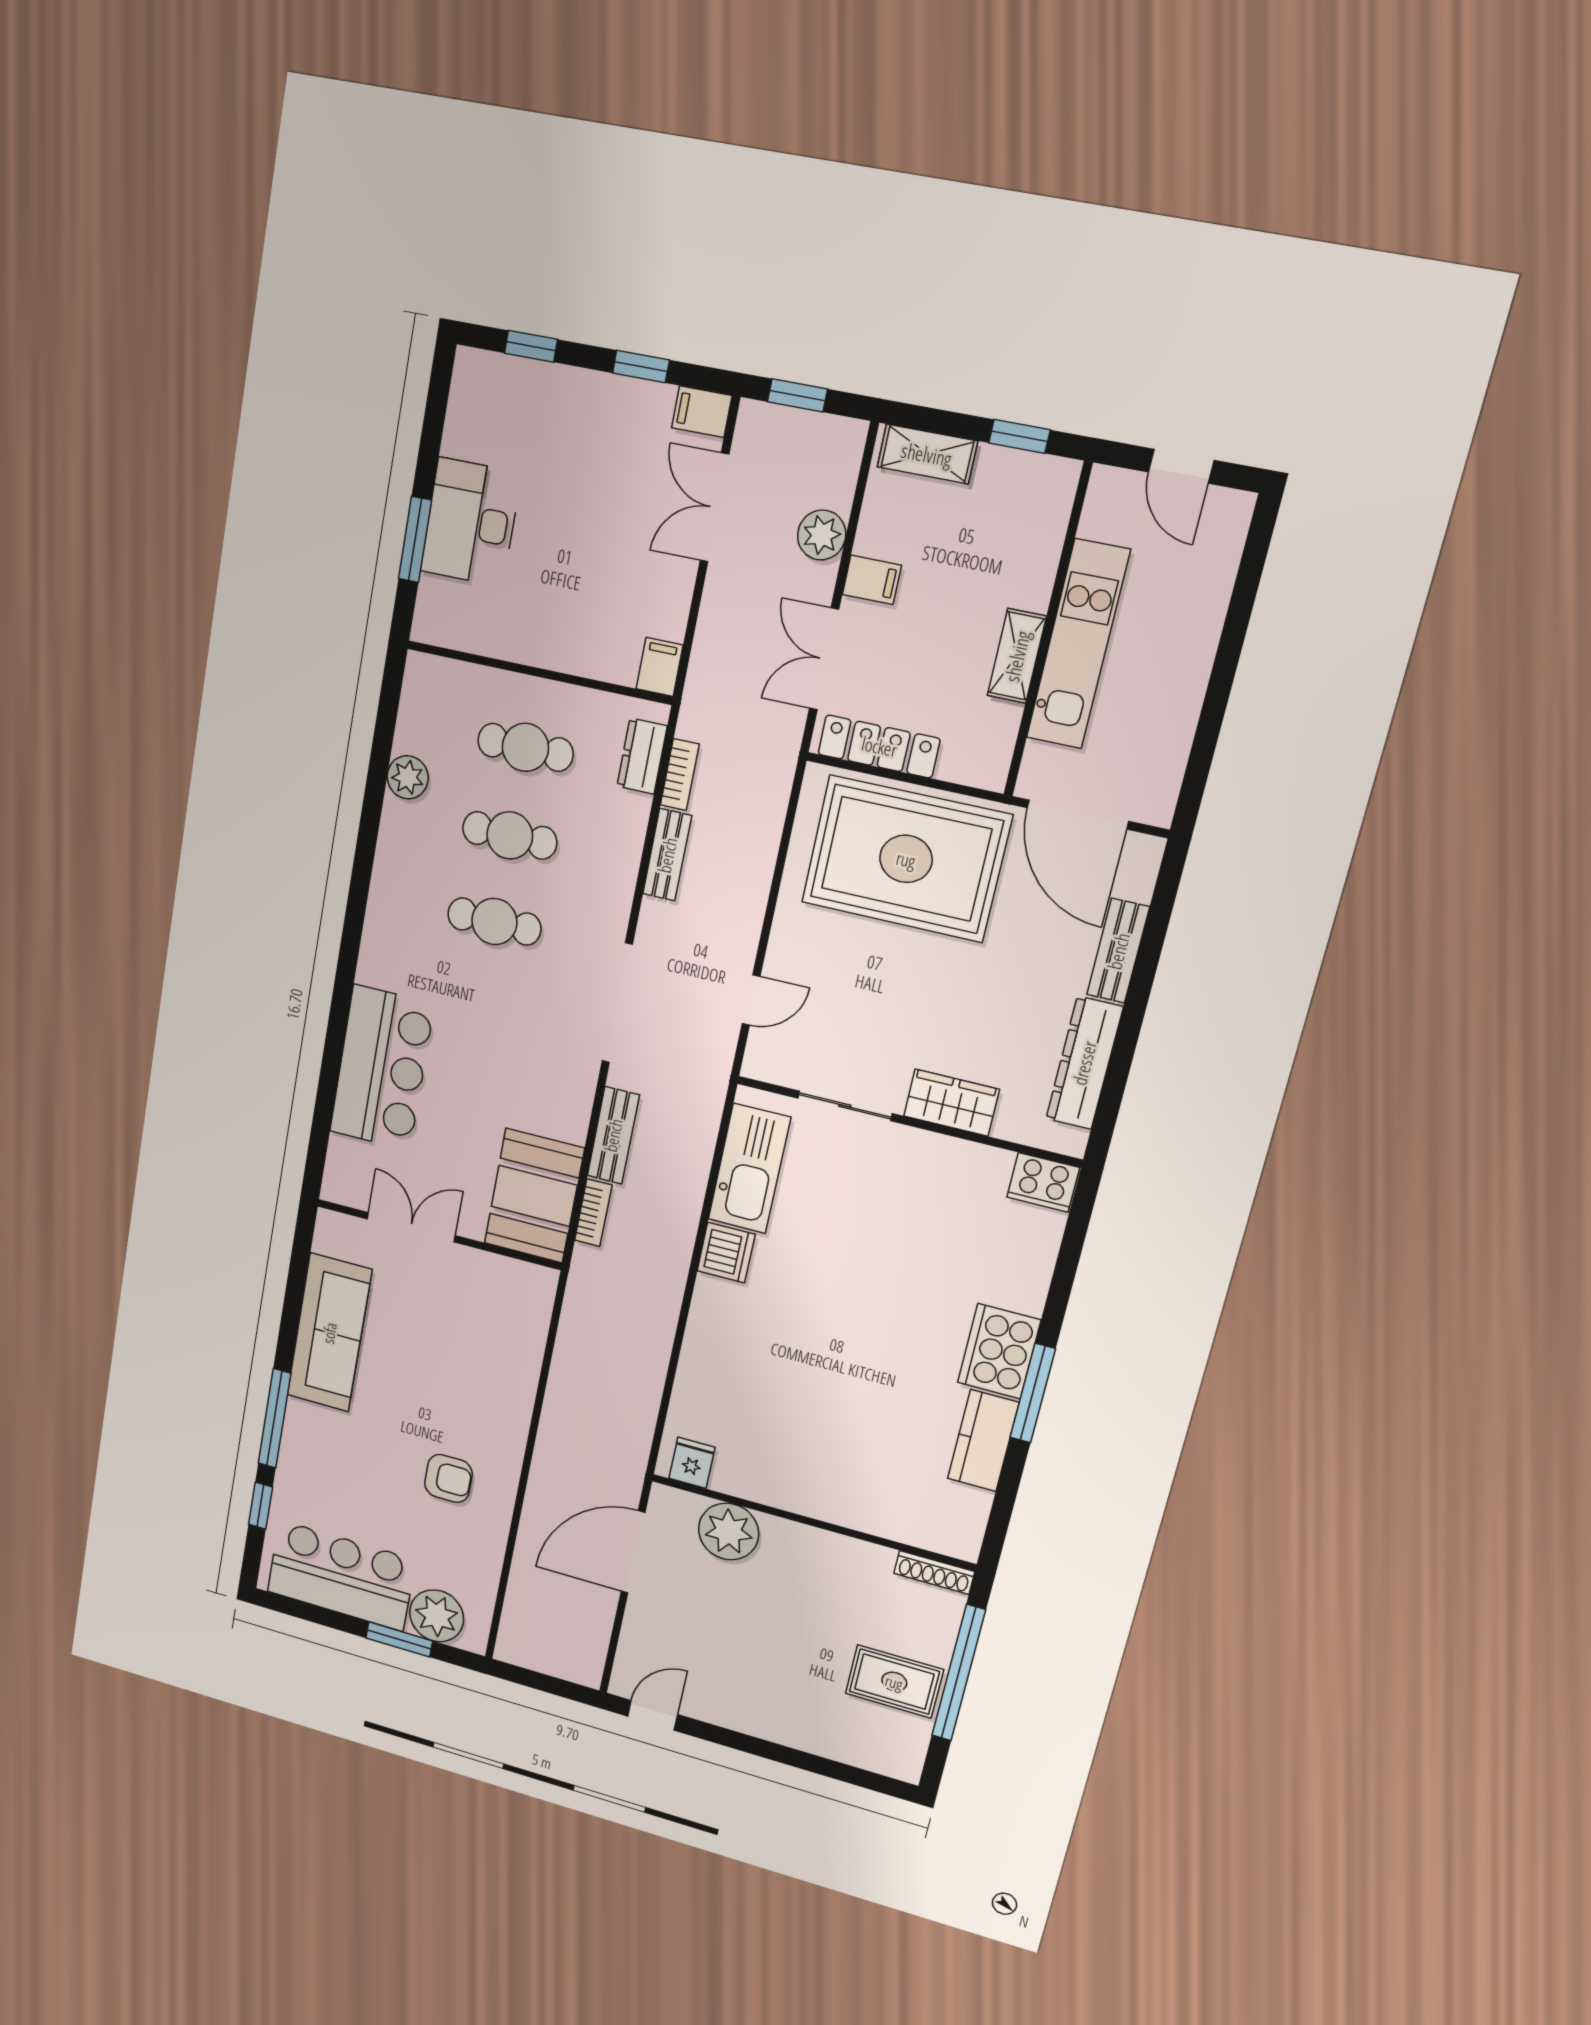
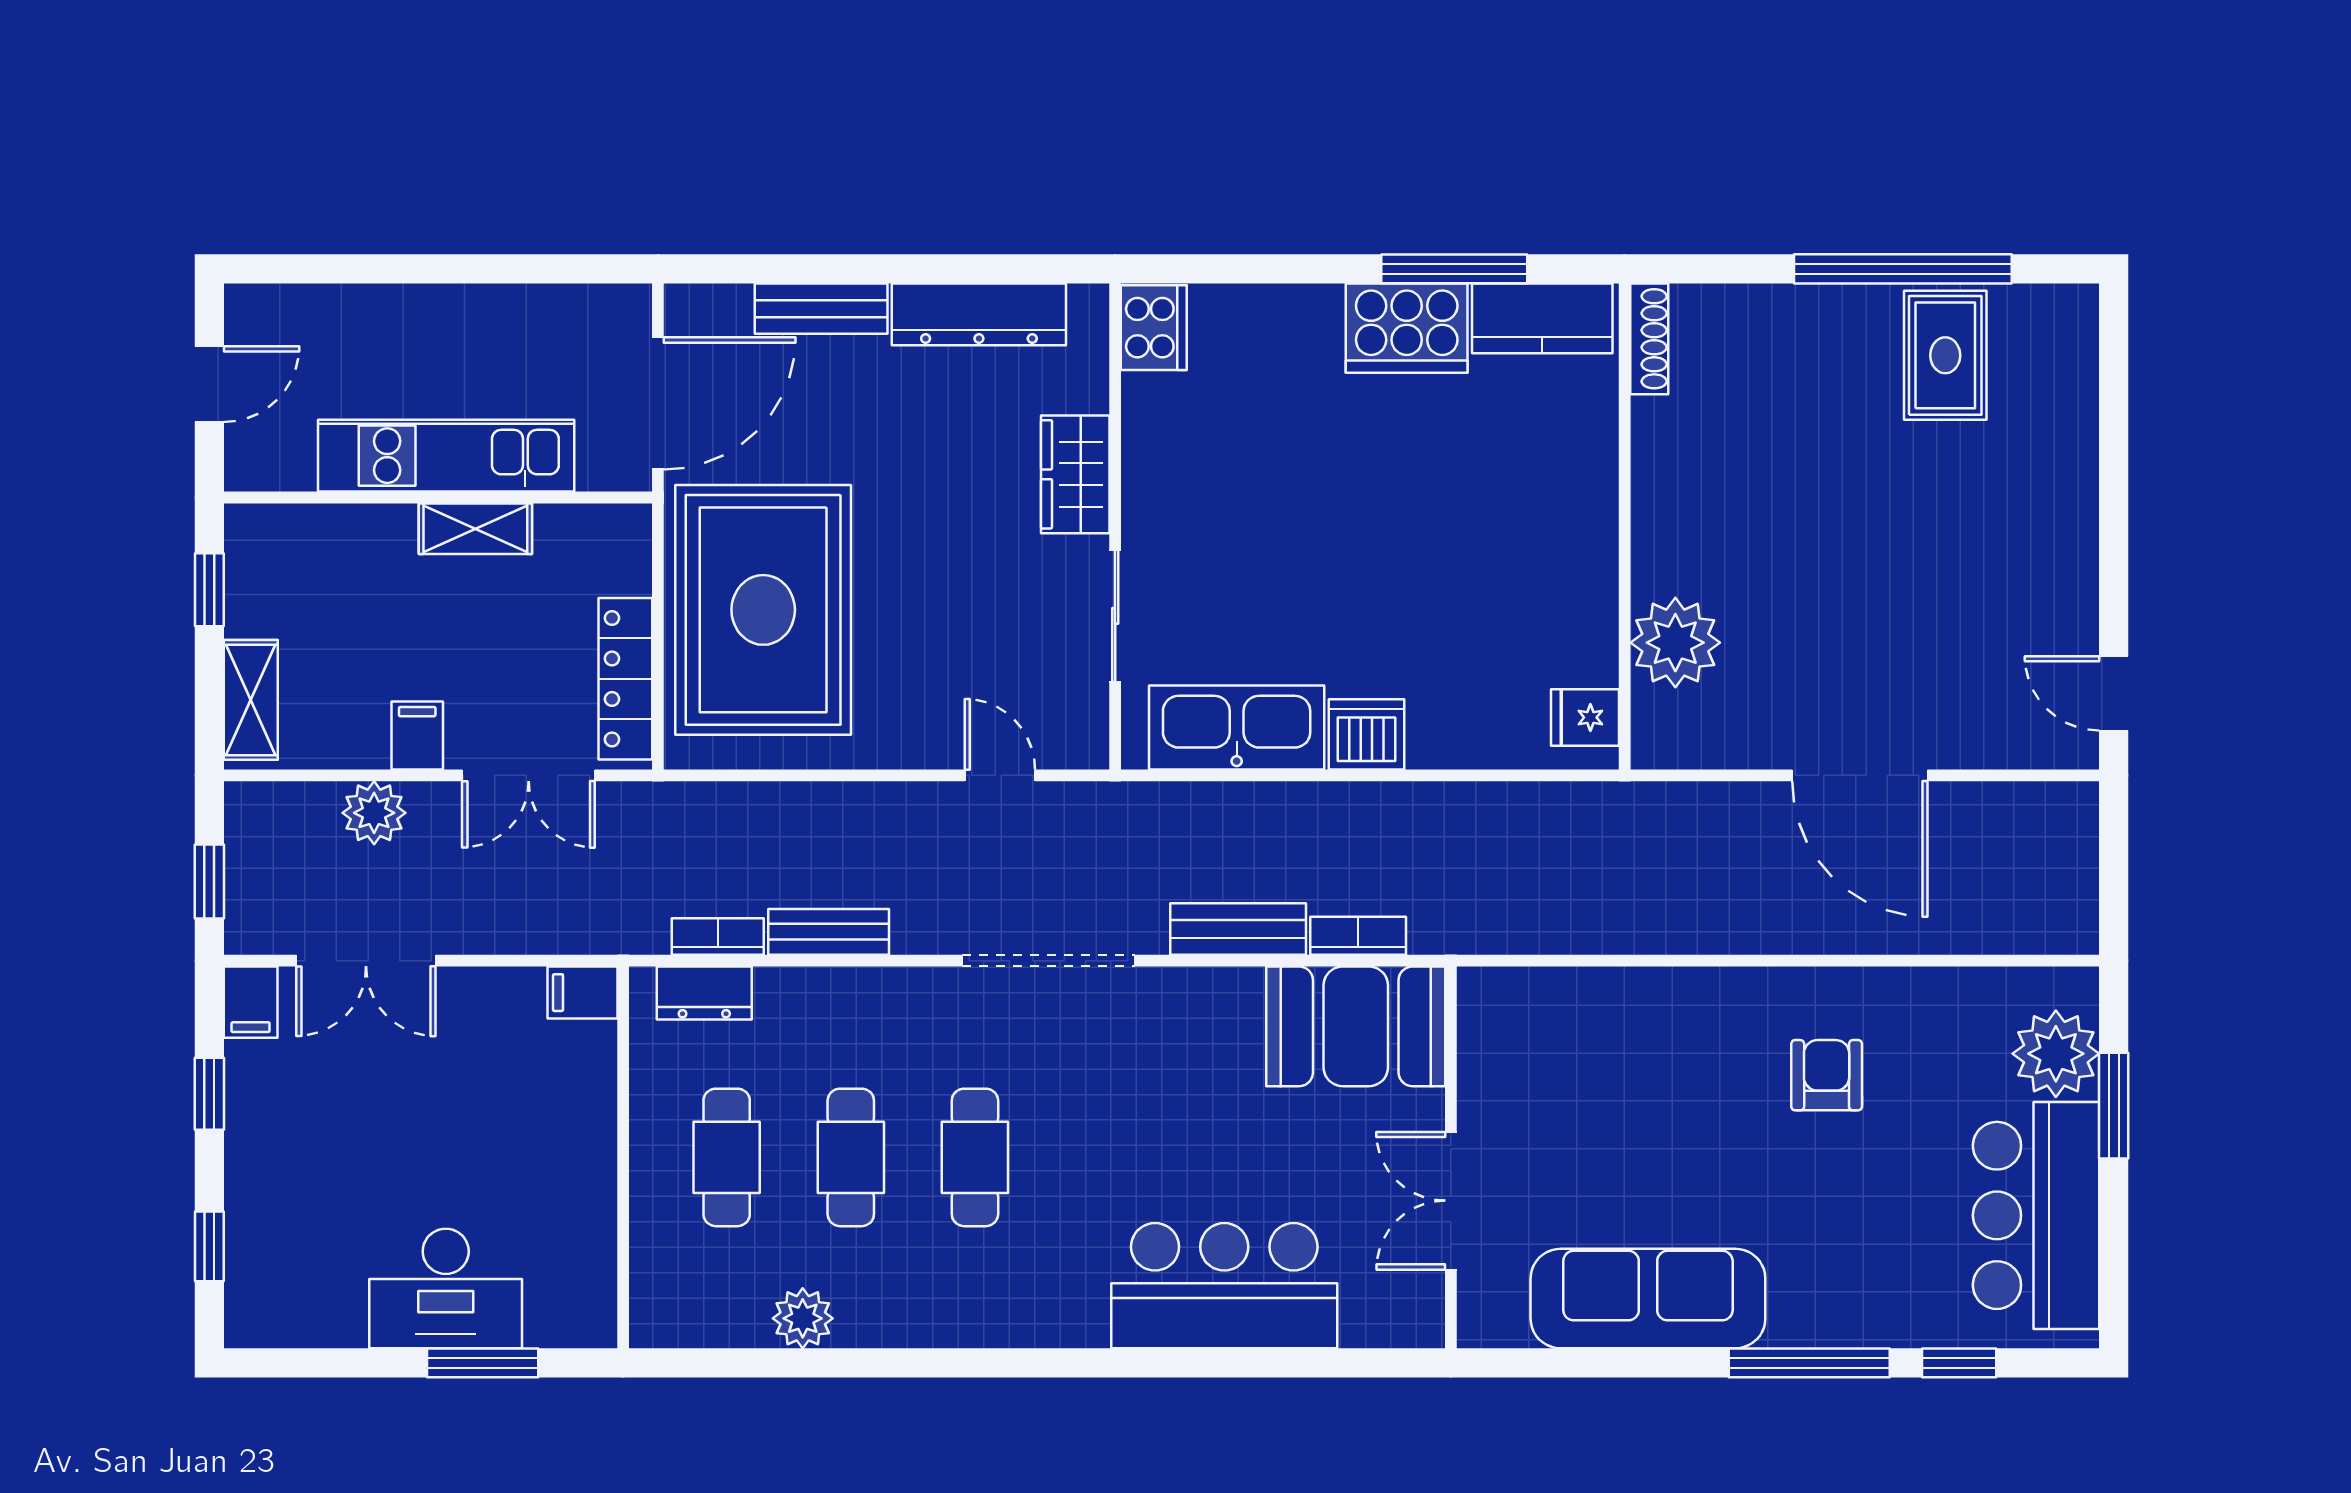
fridge: (692, 1463) -> (1585, 717), moved
wall: (812, 1522) -> (1625, 526), moved
plant: (729, 1532) -> (1675, 643), moved
shoe rack: (934, 1572) -> (1649, 339), moved

